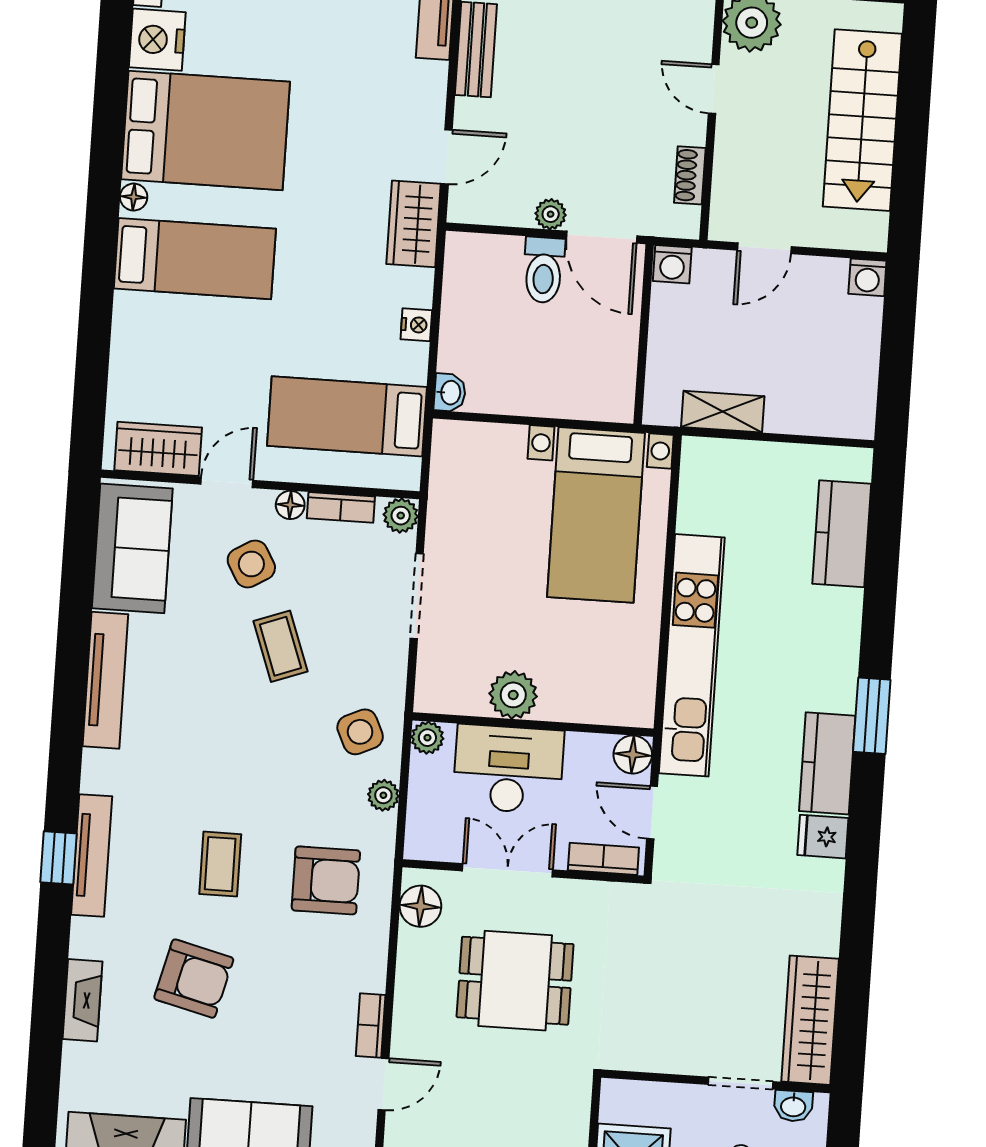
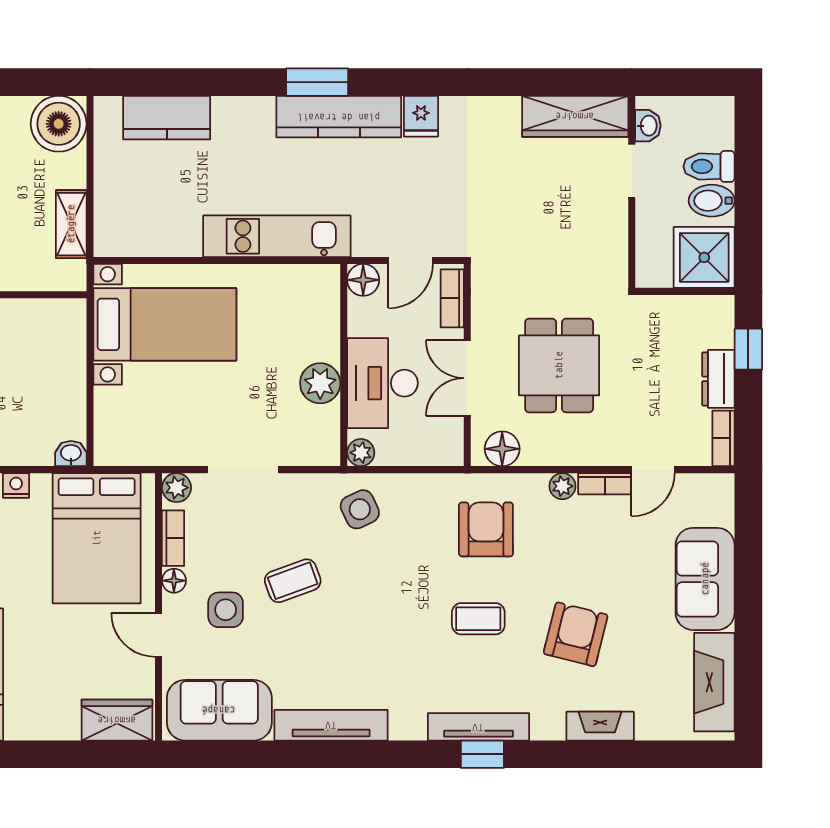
boiler: (843, 405) -> (59, 124), added
bed: (347, 416) -> (97, 538), width x1.50
wardrobe: (158, 449) -> (117, 720), moved, turned 90
side table: (251, 564) -> (226, 610), turned 30
kitchen unit: (692, 655) -> (277, 236), width x0.73
kitchen counter: (827, 763) -> (339, 117), width x1.50
plant: (383, 795) -> (562, 486), moved
door: (383, 1084) -> (653, 470), swing flipped

